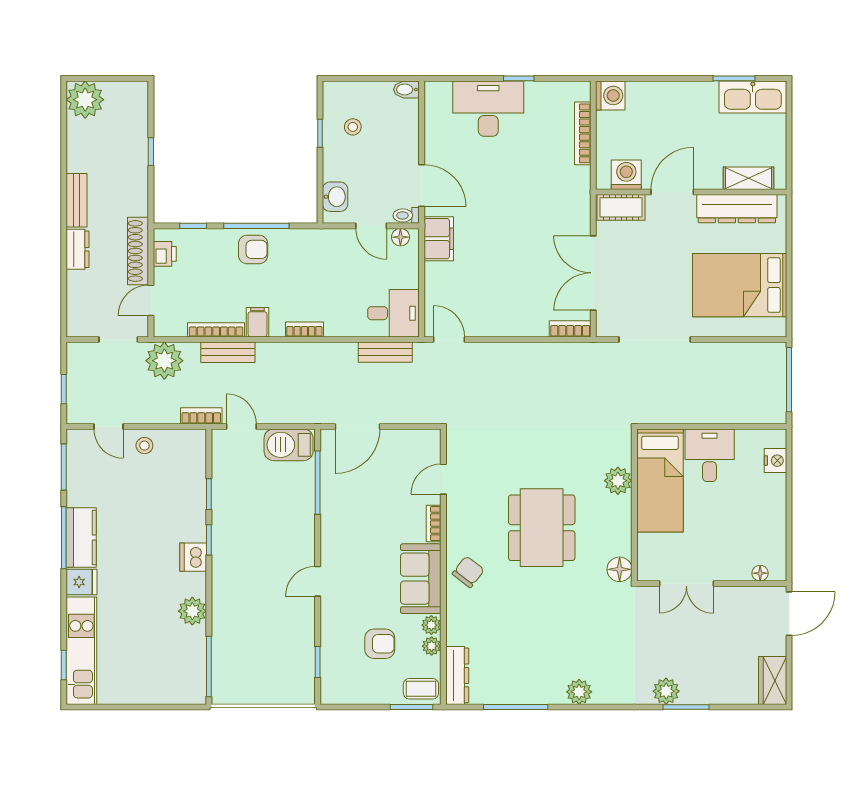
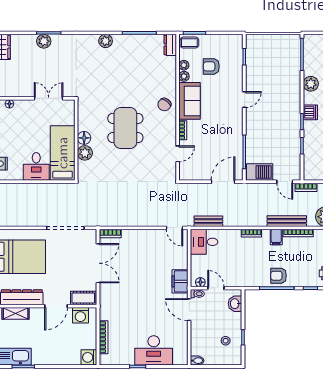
bench: (228, 352) -> (287, 221), width x1.36
floor lamp: (620, 569) -> (84, 138), moved
dresser: (457, 675) -> (170, 45), width x0.70
plant: (666, 691) -> (44, 41), moved

